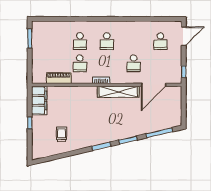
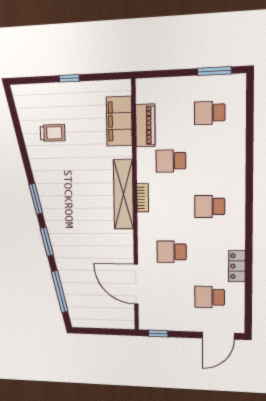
locker: (142, 26) -> (237, 266), added
door: (184, 36) -> (218, 336), hinge flipped
school desk: (80, 41) -> (210, 113), moved
shelving: (118, 92) -> (123, 194), moved
filing cabinet: (39, 100) -> (119, 121), moved, turned 90

